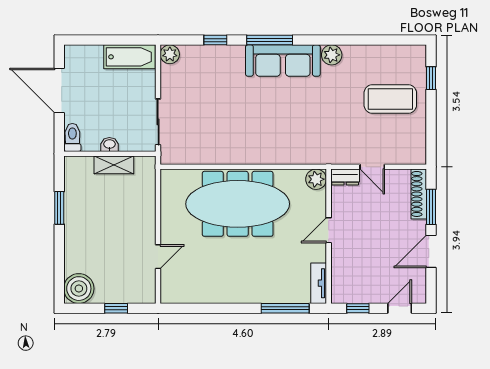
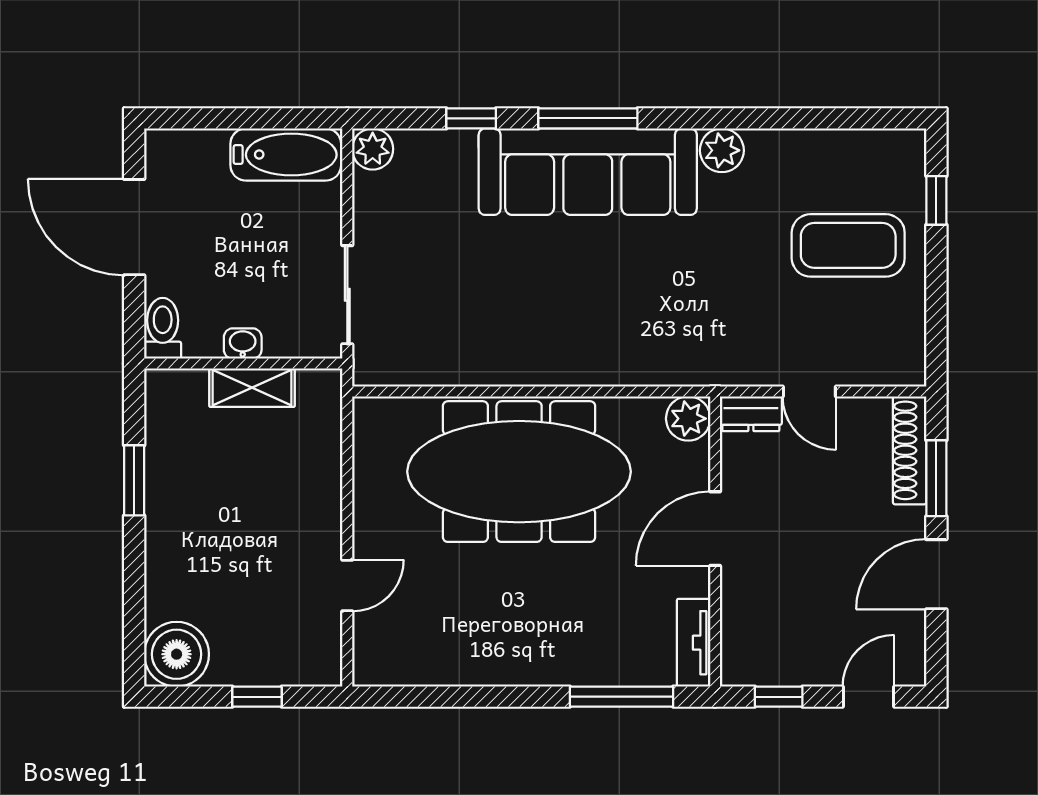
sofa: (283, 61) -> (588, 172), width x1.36, depth x1.27
door: (329, 230) -> (715, 529), width x1.37

